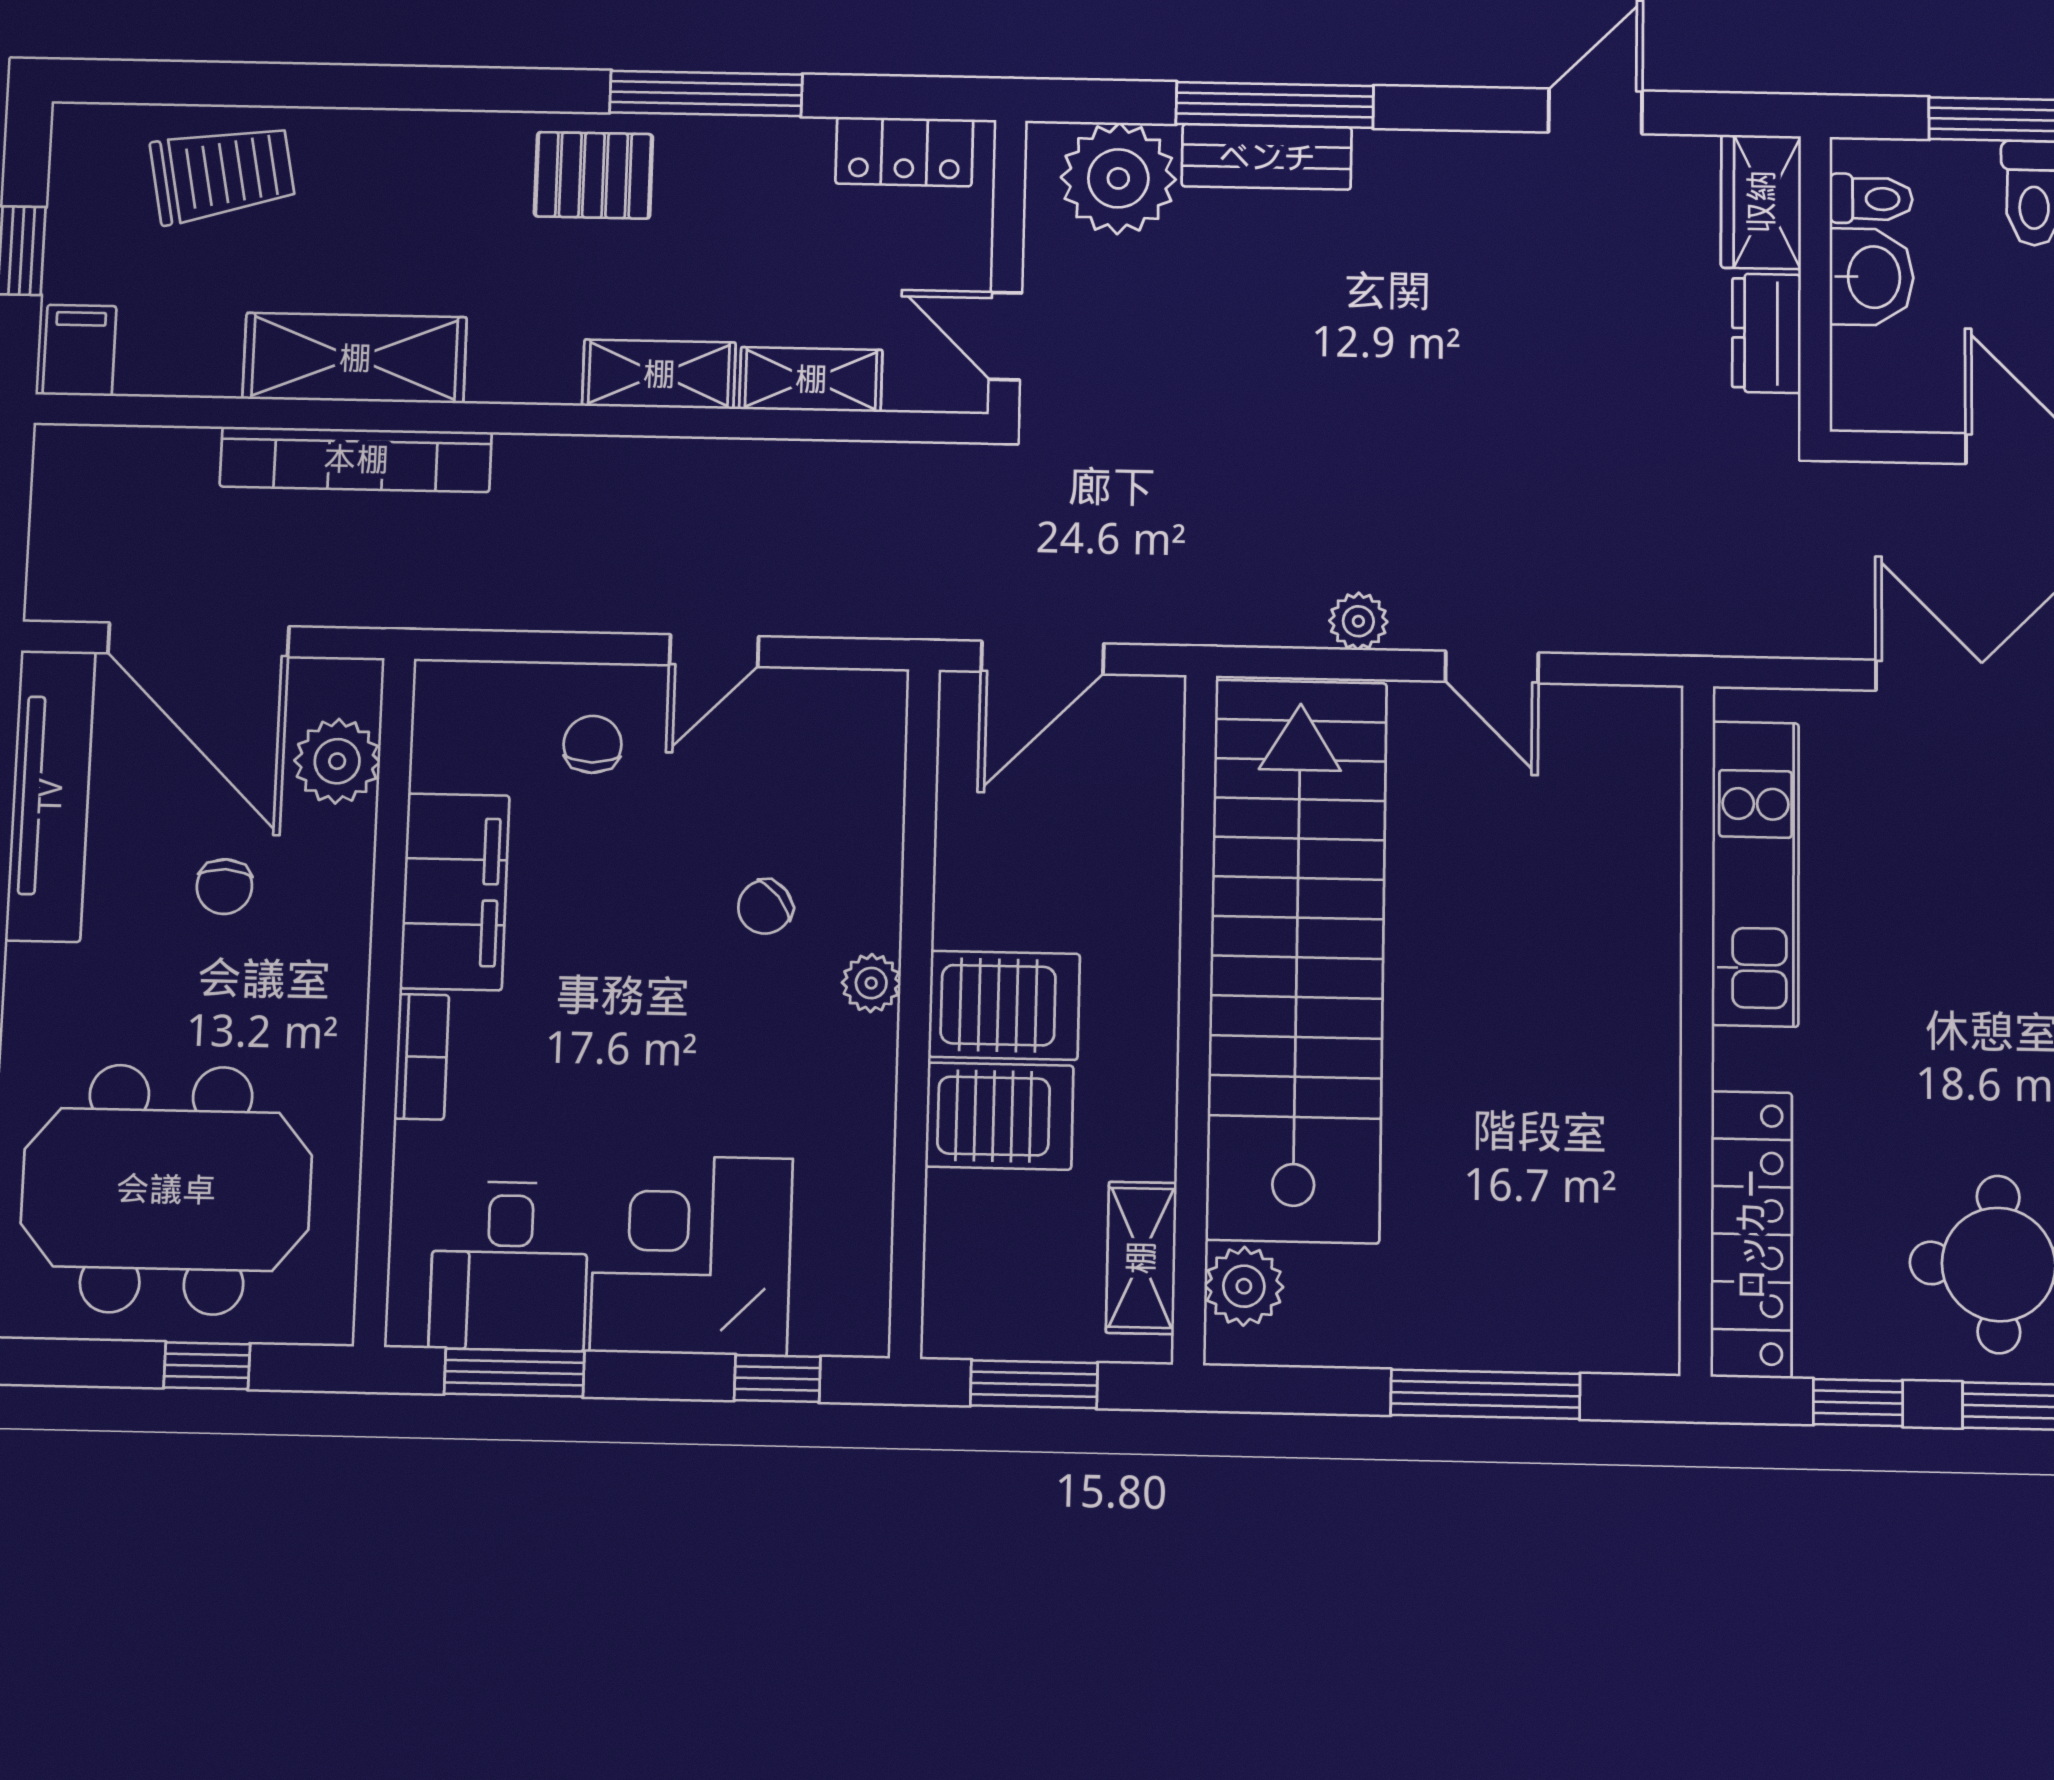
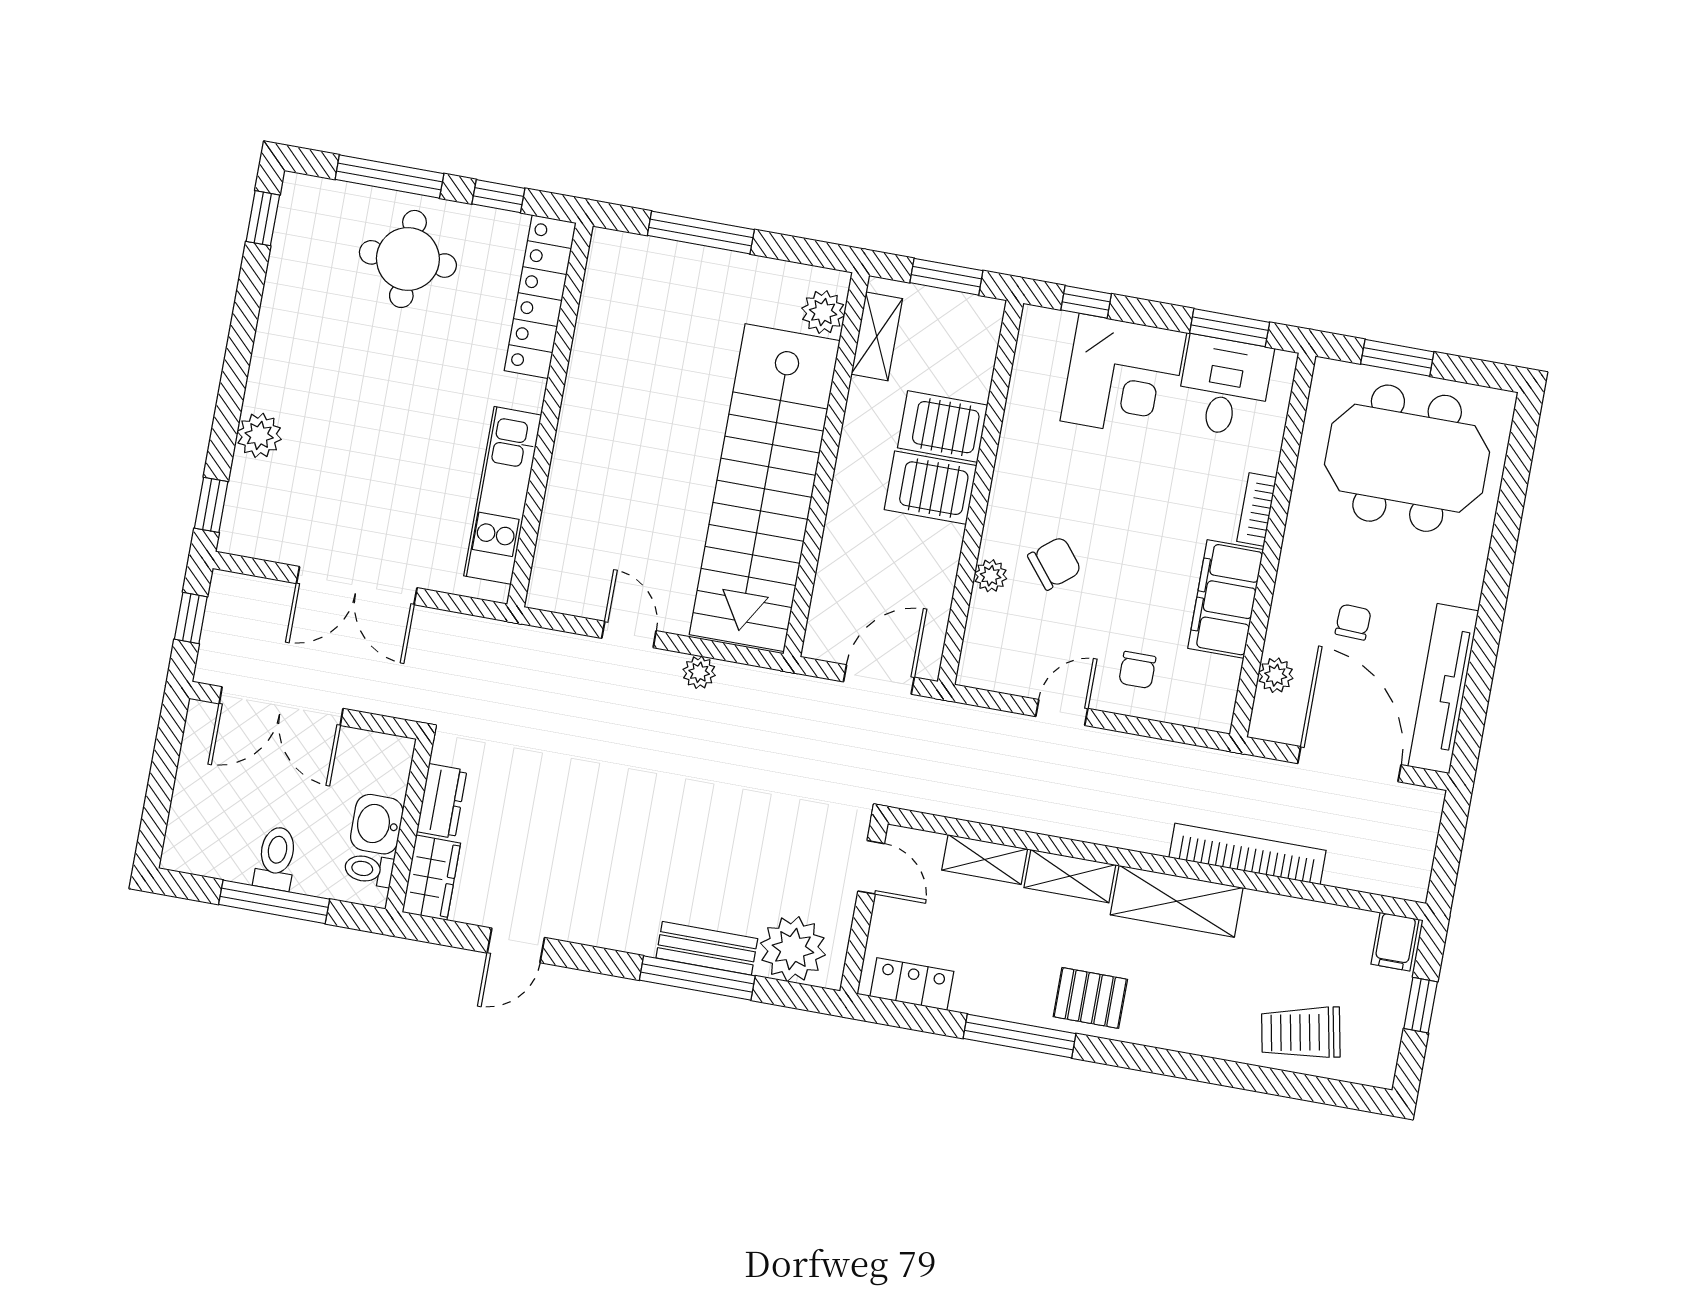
shelving: (355, 358) -> (1177, 901), moved
plant: (337, 761) -> (1276, 675), width x0.73, depth x0.73
chair: (765, 907) -> (1055, 563), width x1.37, depth x1.37
plant: (871, 983) -> (991, 576), moved
window: (207, 1366) -> (1397, 358), width x1.50

